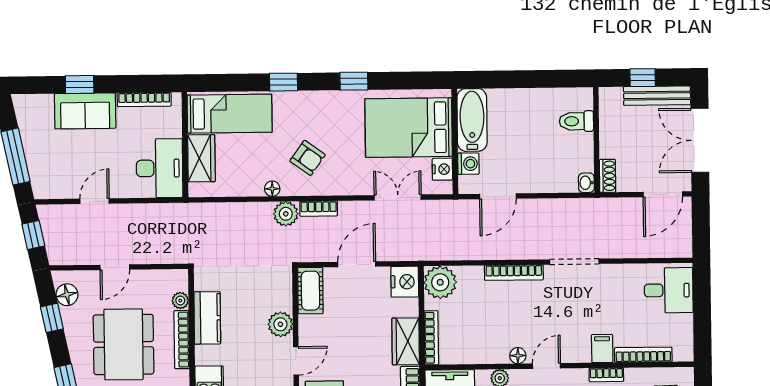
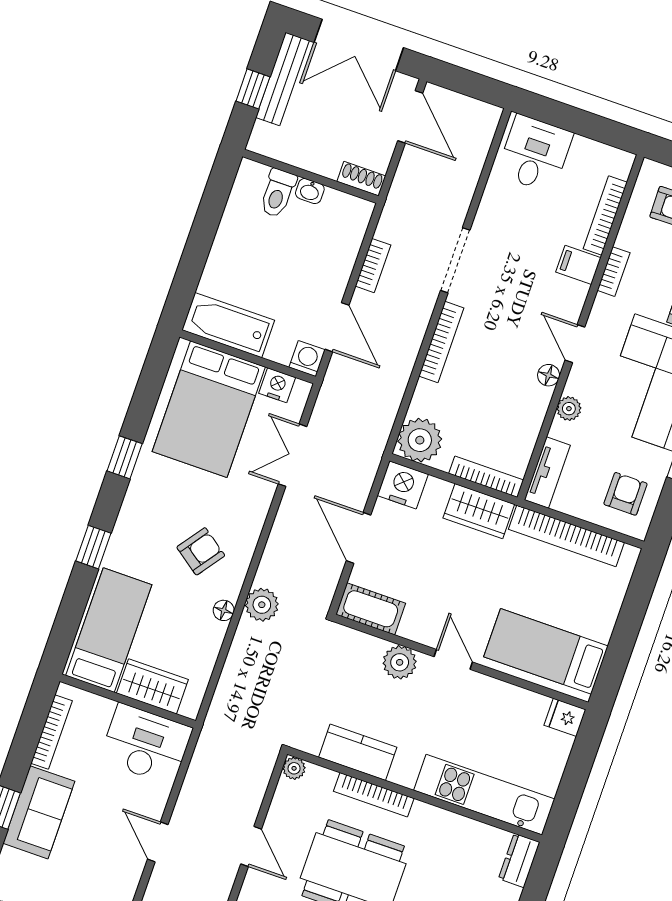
washing machine: (468, 164) -> (307, 359), moved
washbasin: (586, 183) -> (310, 191), moved
bookcase: (319, 209) -> (373, 266), moved
plant: (180, 300) -> (294, 768), moved

